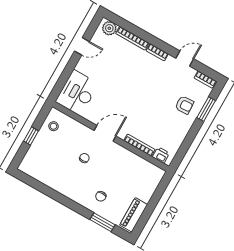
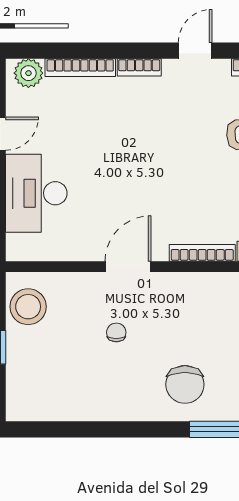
desk: (77, 93) -> (36, 193), moved
stool: (53, 126) -> (28, 307), width x1.89, depth x1.89
chair: (101, 196) -> (185, 384), width x1.87, depth x1.87

